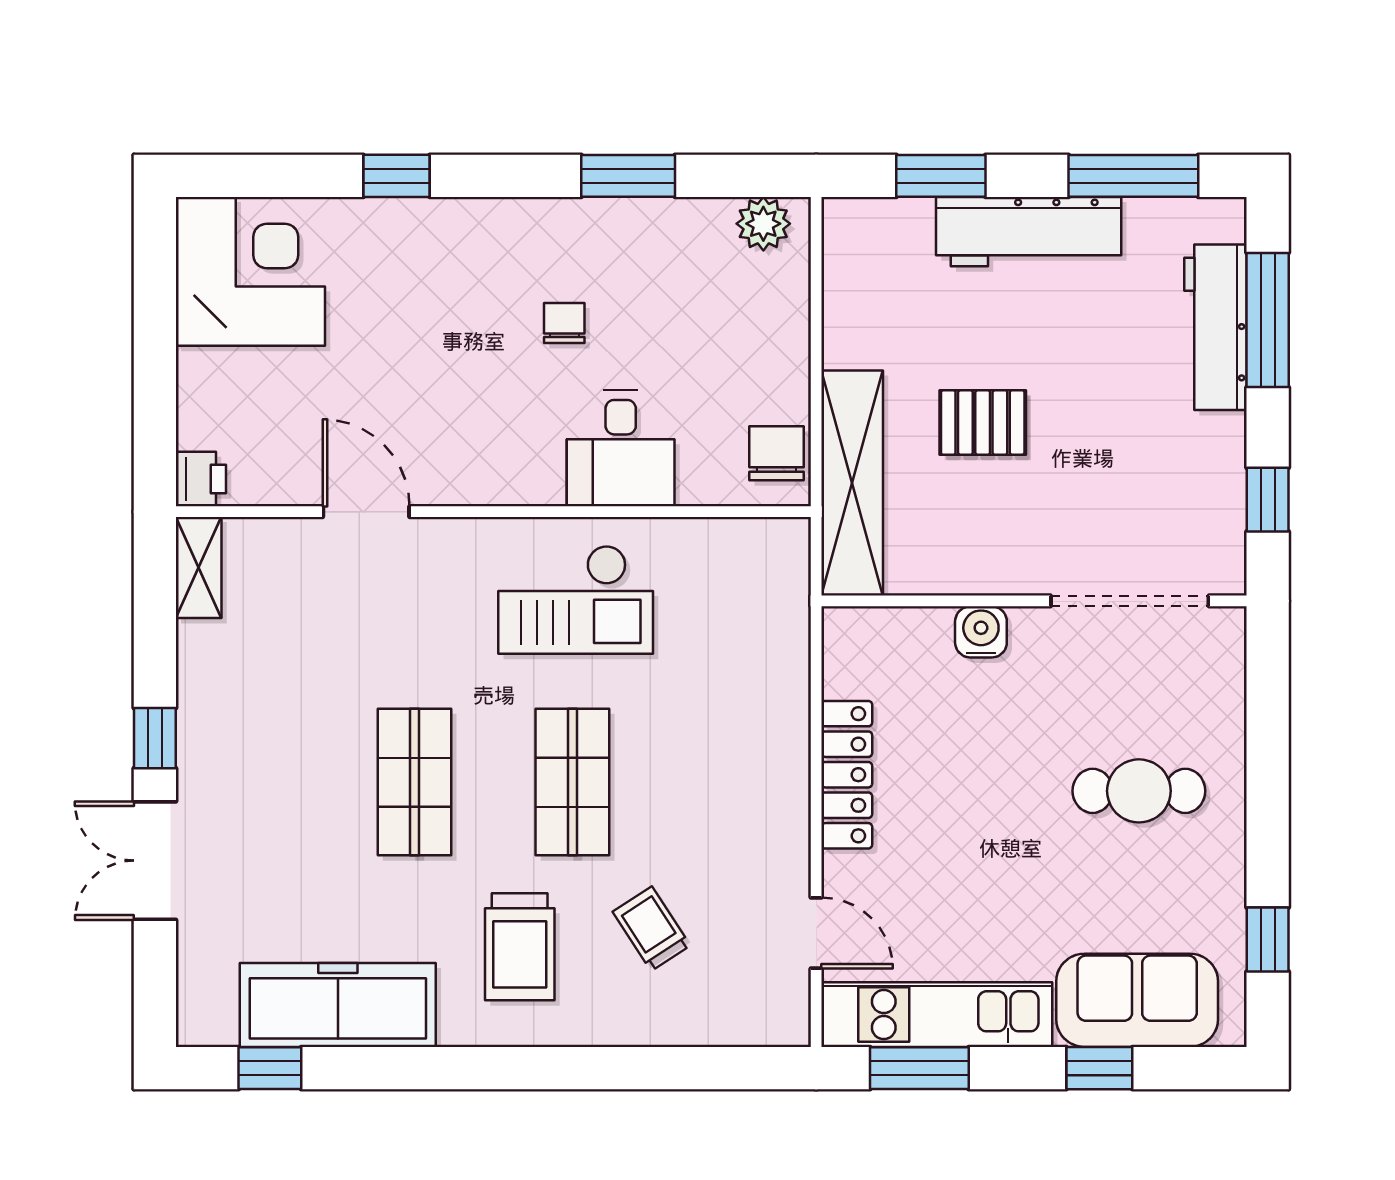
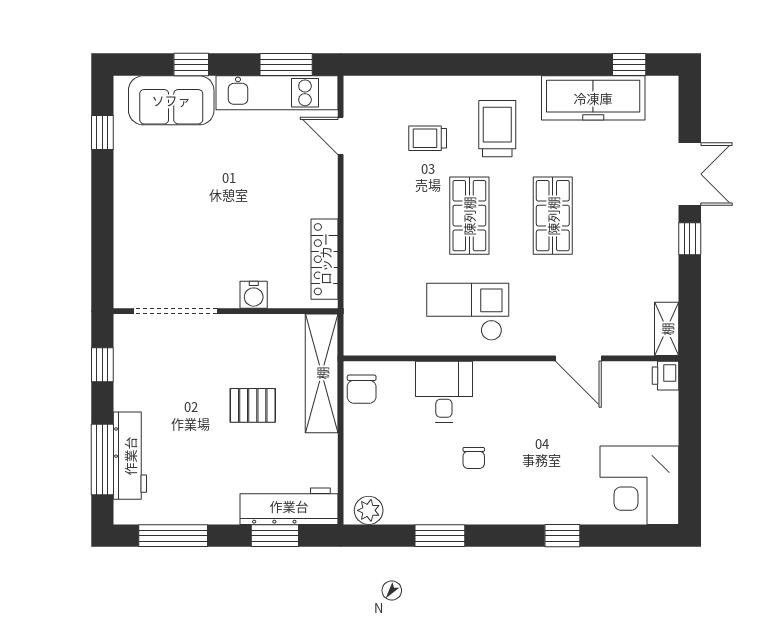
workbench: (1029, 232) -> (289, 506), moved
locker: (847, 775) -> (325, 259), moved
cafe table: (1139, 791) -> (170, 211), removed
trolley: (651, 929) -> (428, 138), turned 123

